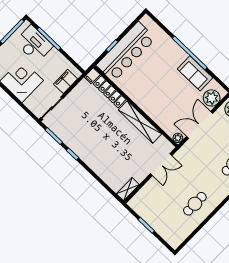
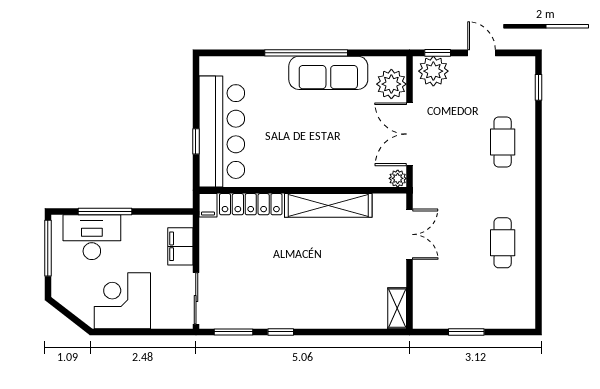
sofa: (195, 73) -> (328, 73), width x1.36

